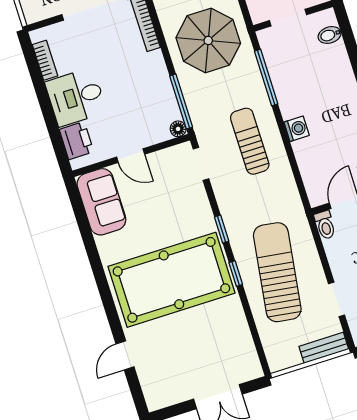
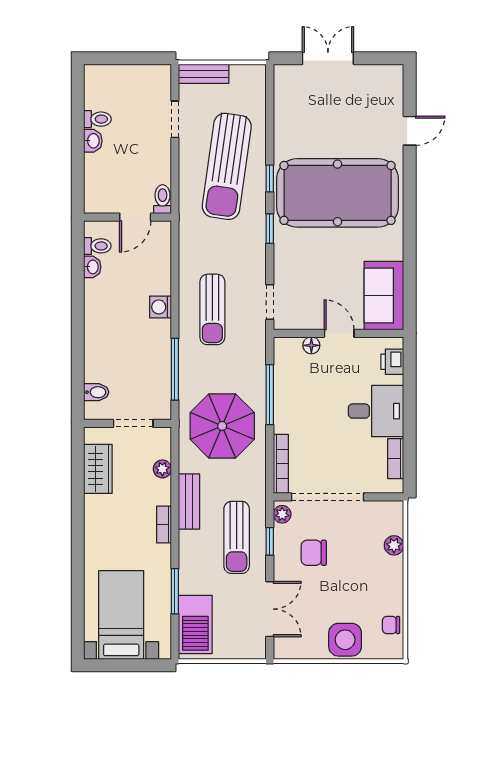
window: (181, 101) -> (270, 395), moved
floor lamp: (178, 129) -> (311, 345), moved
printer: (77, 141) -> (392, 362), width x0.73, depth x0.81

